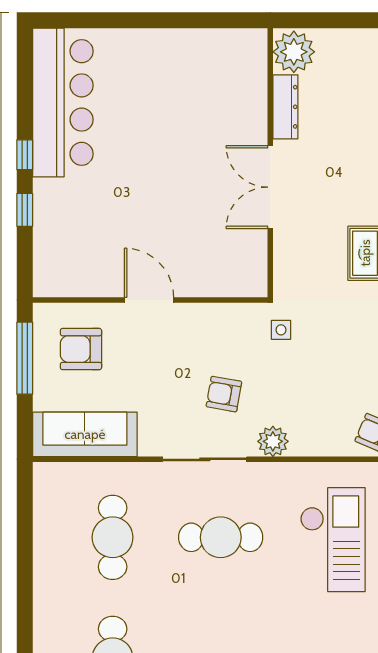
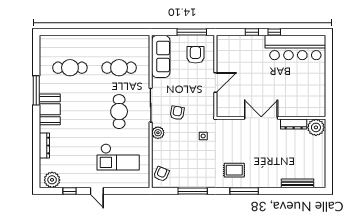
plant: (294, 52) -> (316, 127), moved
dresser: (285, 107) -> (294, 124), moved
wall: (270, 163) -> (271, 118), moved
double door: (270, 187) -> (261, 118), moved

